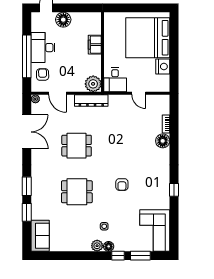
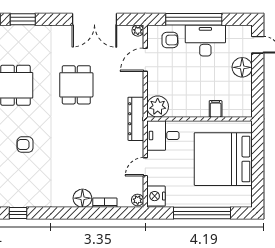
bed: (148, 38) -> (223, 159), moved, turned -90
filing cabinet: (95, 45) -> (216, 109), width x0.50
window: (174, 50) -> (202, 213), added
nightstand: (163, 67) -> (156, 196), moved, turned 90
plant: (164, 99) -> (138, 200), added
dresser: (91, 100) -> (136, 119), moved

